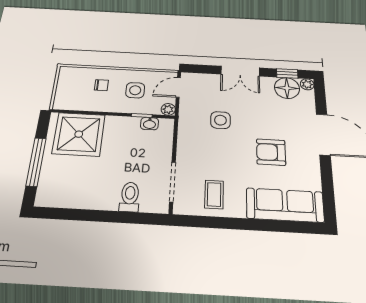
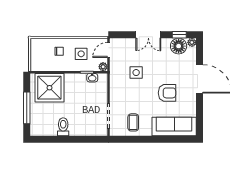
armchair: (271, 152) -> (167, 93), turned 180
toilet: (130, 197) -> (63, 127), moved

